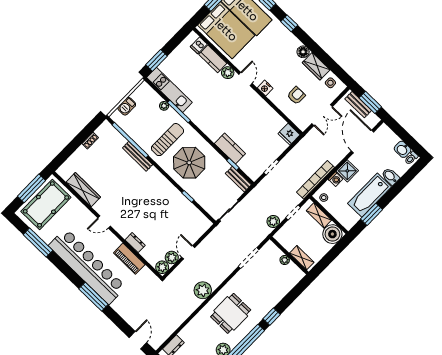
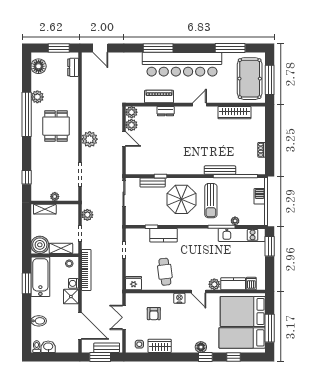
floor lamp: (303, 52) -> (201, 347), moved
cafe table: (256, 119) -> (165, 272), added
bench: (238, 179) -> (153, 182), moved
bathtub: (370, 195) -> (40, 277), moved
plant: (203, 290) -> (90, 139), moved
window: (272, 317) -> (27, 177), moved

